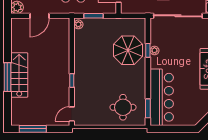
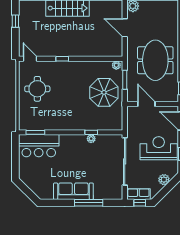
parasol: (128, 50) -> (104, 92), moved
bar counter: (162, 97) -> (39, 146), width x0.73
round table: (123, 107) -> (37, 89), moved
window: (33, 129) -> (15, 21), width x0.46

